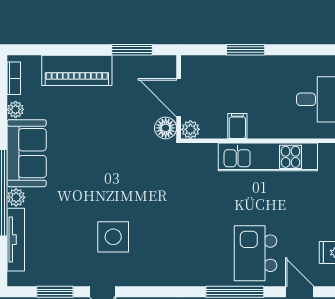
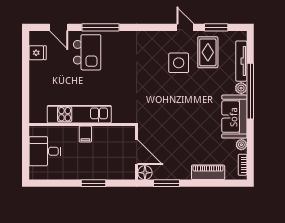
piano: (77, 70) -> (208, 172), width x0.73, depth x0.75
filing cabinet: (237, 126) -> (85, 134), moved
floor lamp: (166, 128) -> (145, 173), moved
plant: (190, 129) -> (129, 132), removed
rug: (68, 253) -> (208, 52), added

